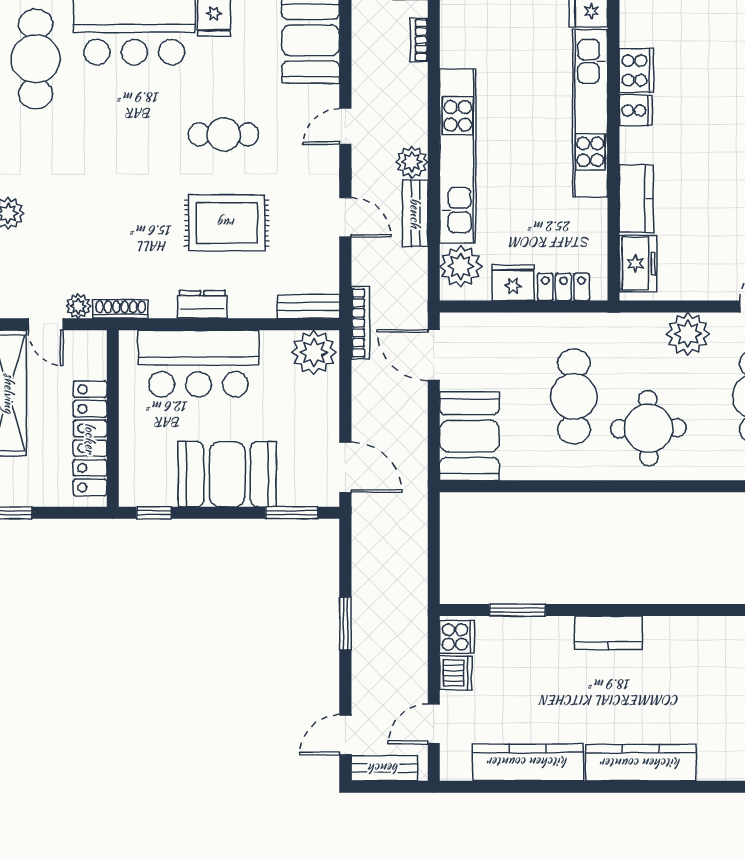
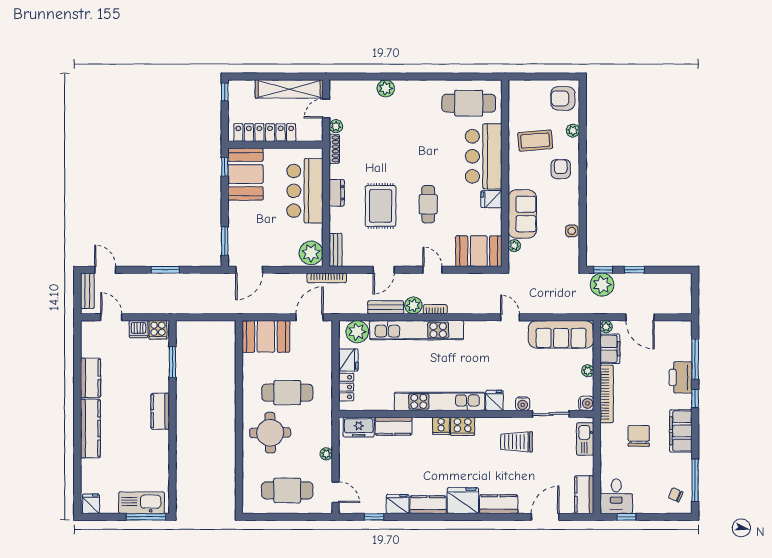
bookcase: (419, 40) -> (435, 309), moved
plant: (688, 334) -> (326, 454), width x0.53, depth x0.53
booth: (227, 474) -> (245, 174), moved
kitchen counter: (528, 762) -> (91, 378), width x0.67

